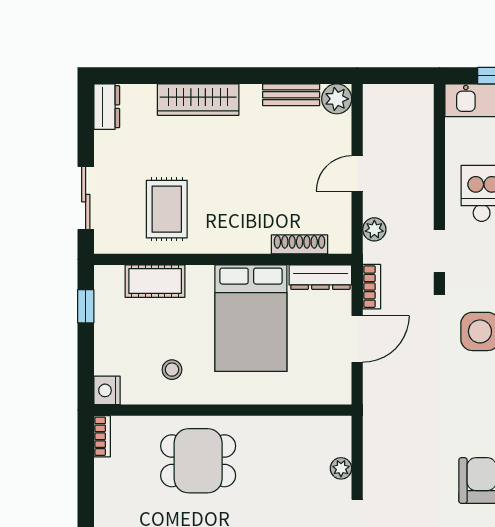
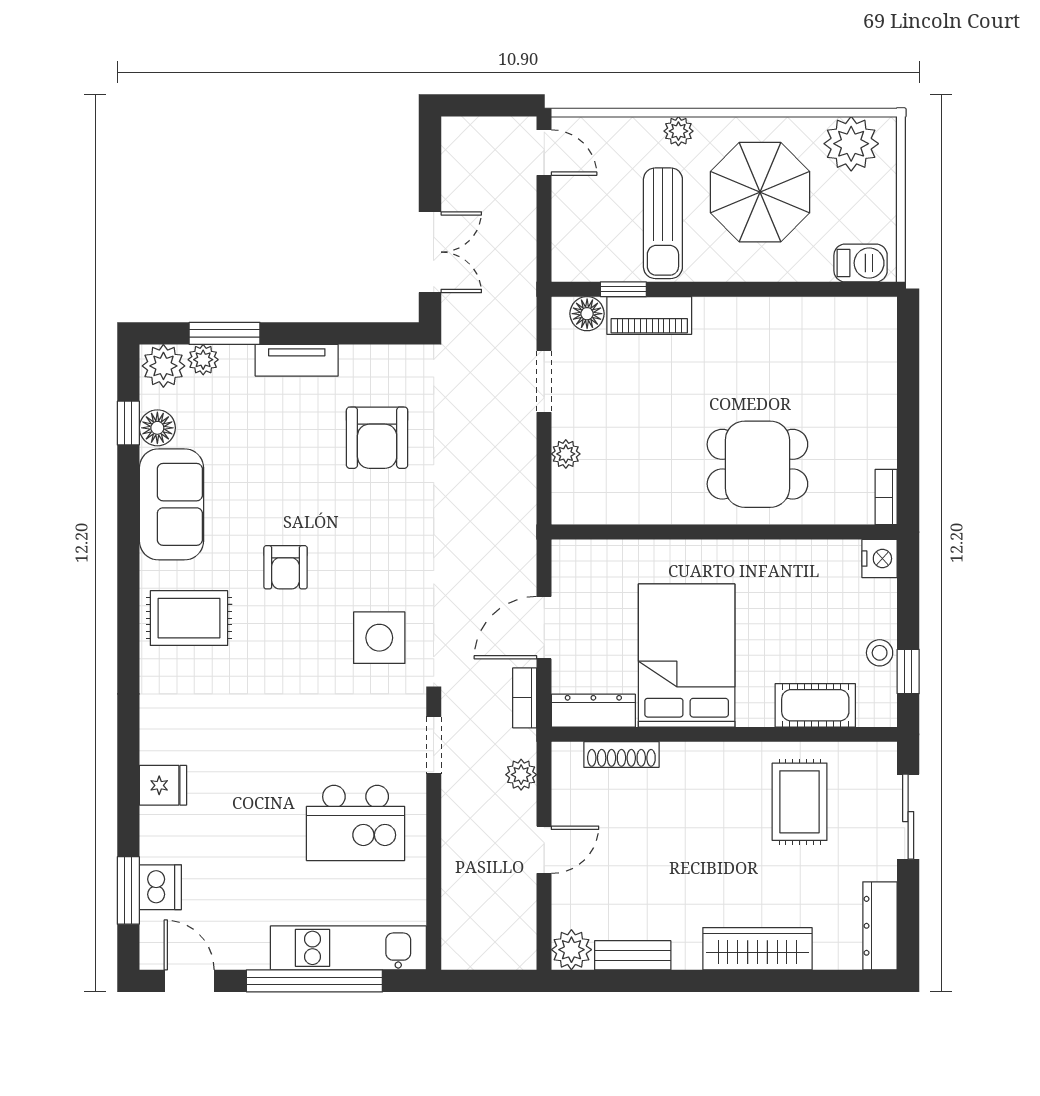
dresser: (107, 107) -> (880, 926), width x1.44
stool: (172, 370) -> (880, 653), moved

